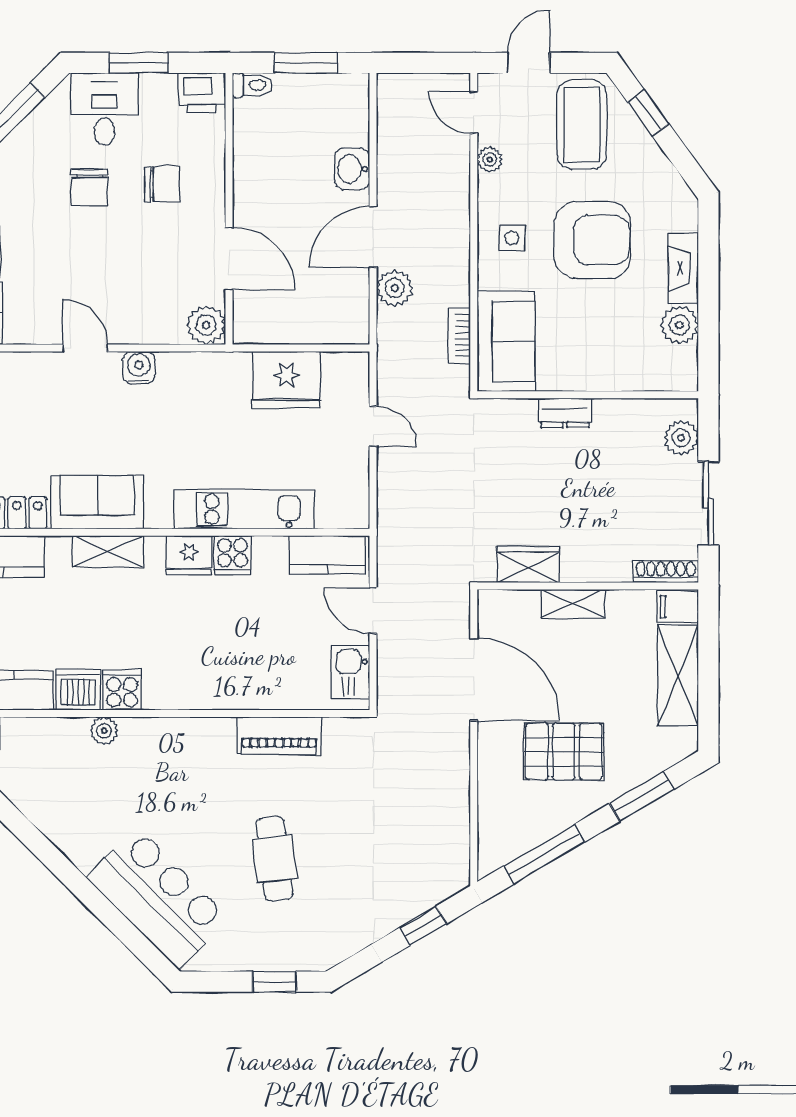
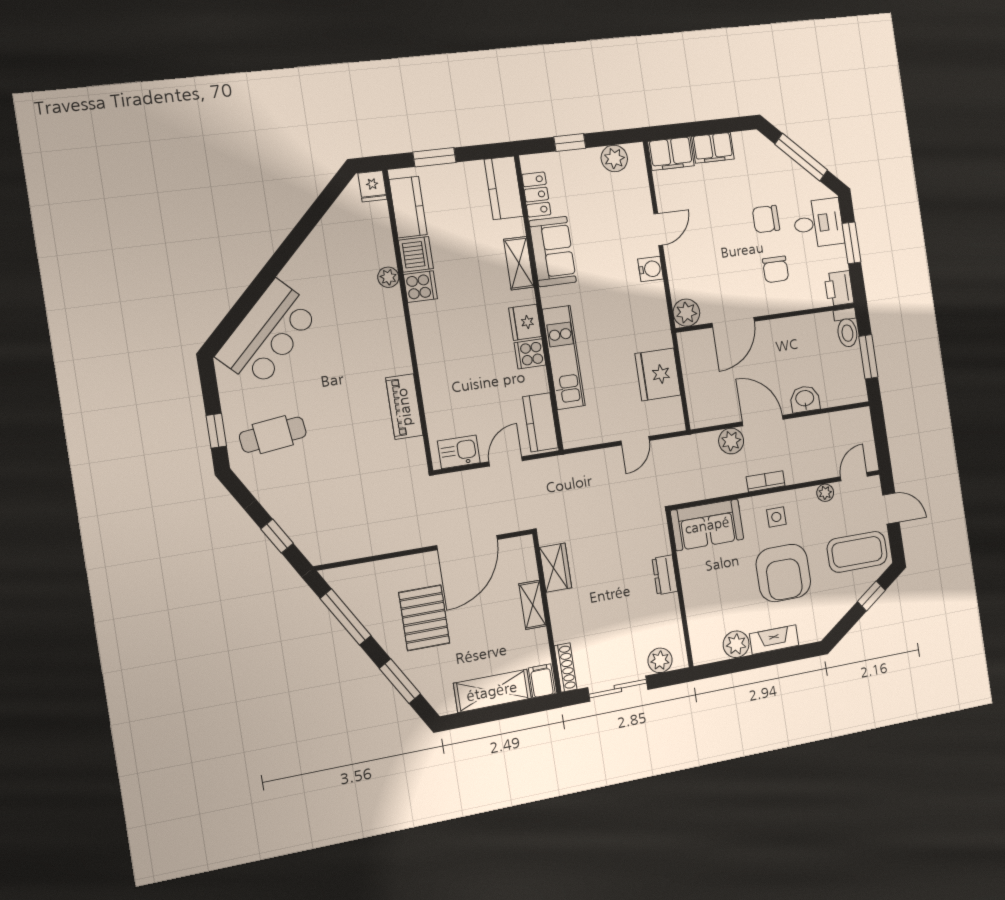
toilet: (252, 85) -> (847, 328), width x1.37, depth x1.39
bookcase: (459, 336) -> (766, 481), moved
cafe table: (274, 859) -> (273, 435), moved

